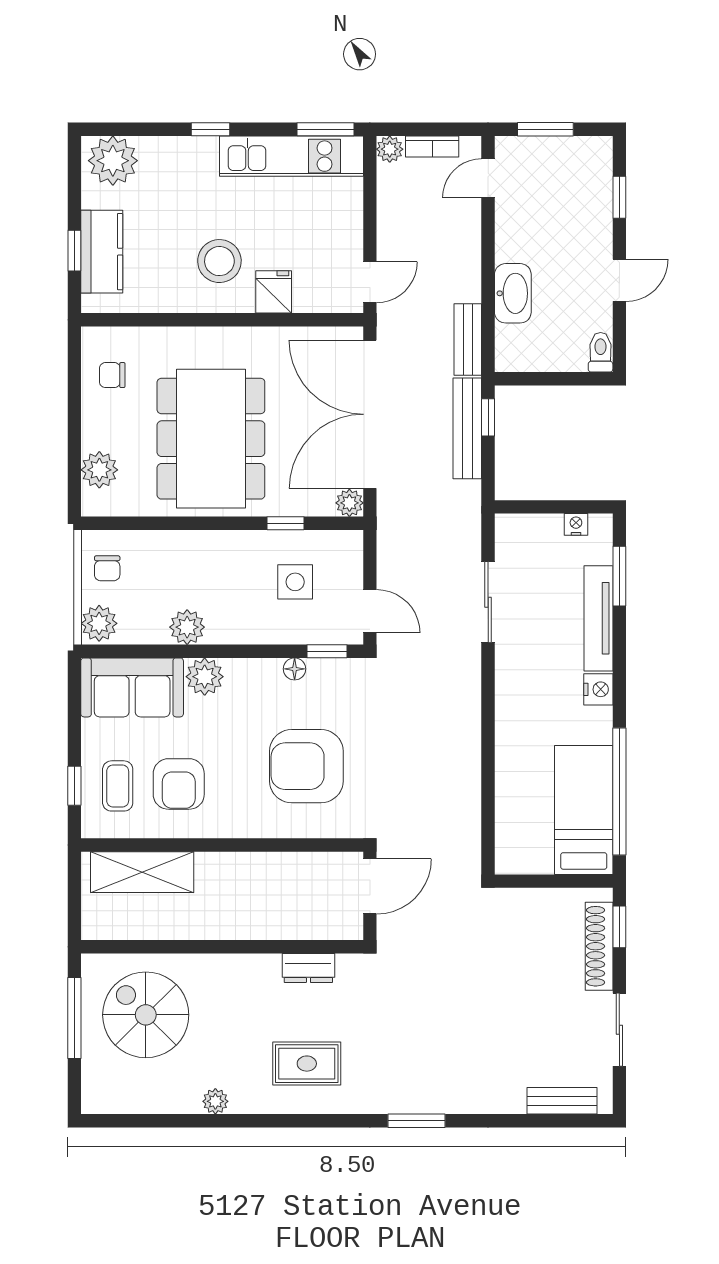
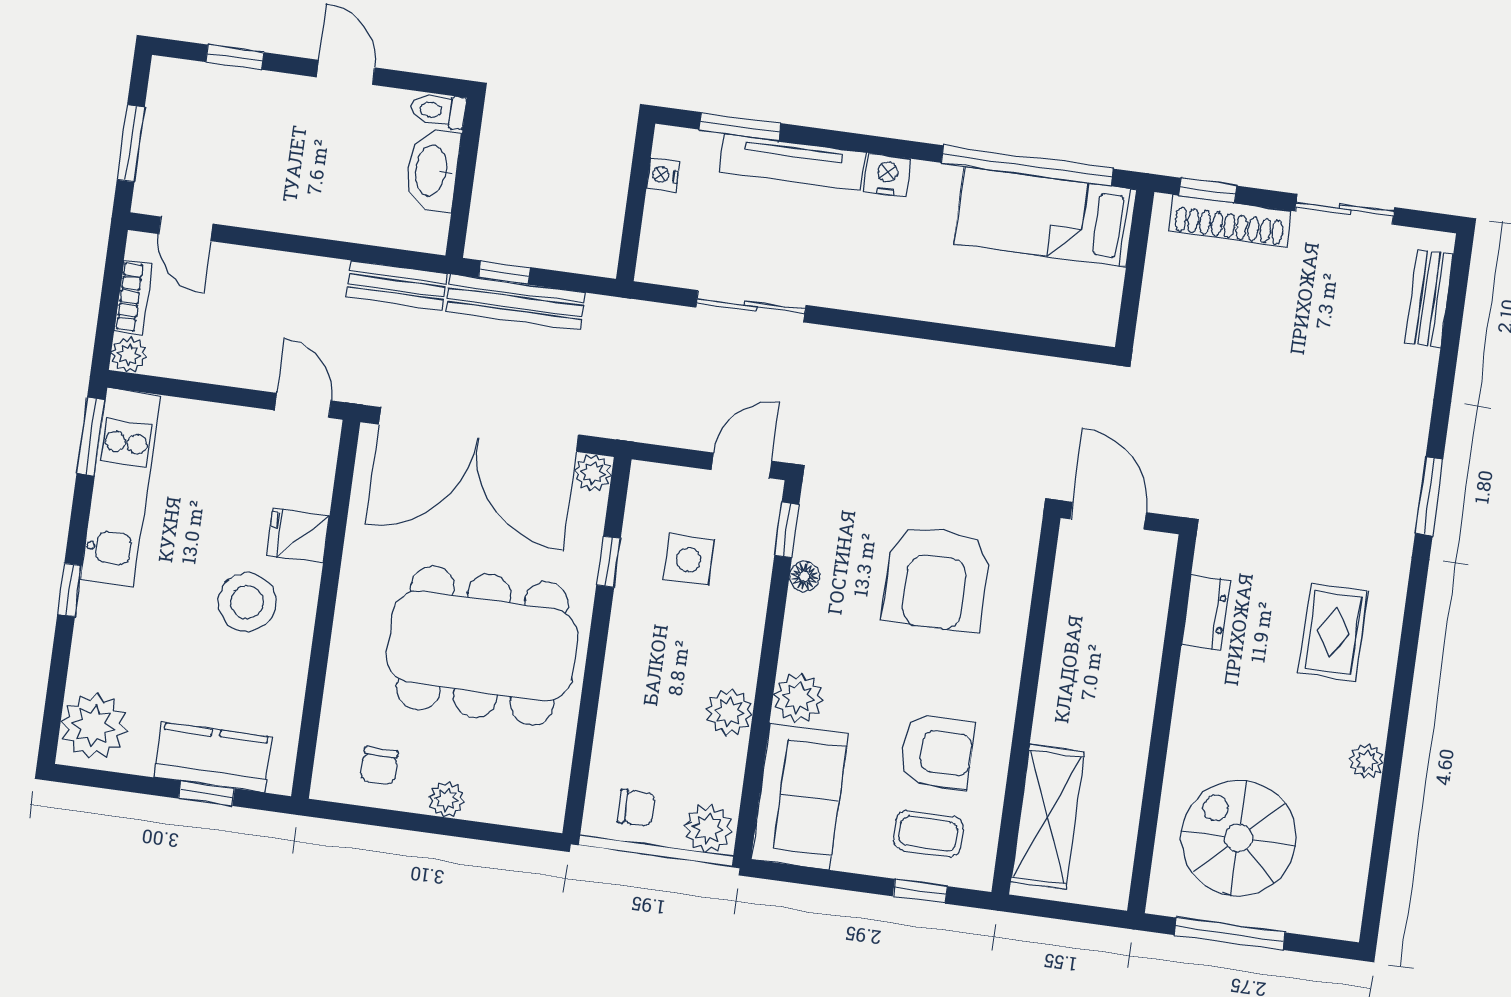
washbasin: (513, 293) -> (432, 170), moved, turned -90
plant: (99, 470) -> (446, 799), moved, width x0.73, depth x0.73
spiral stairs: (146, 1015) -> (1239, 838), turned 90

